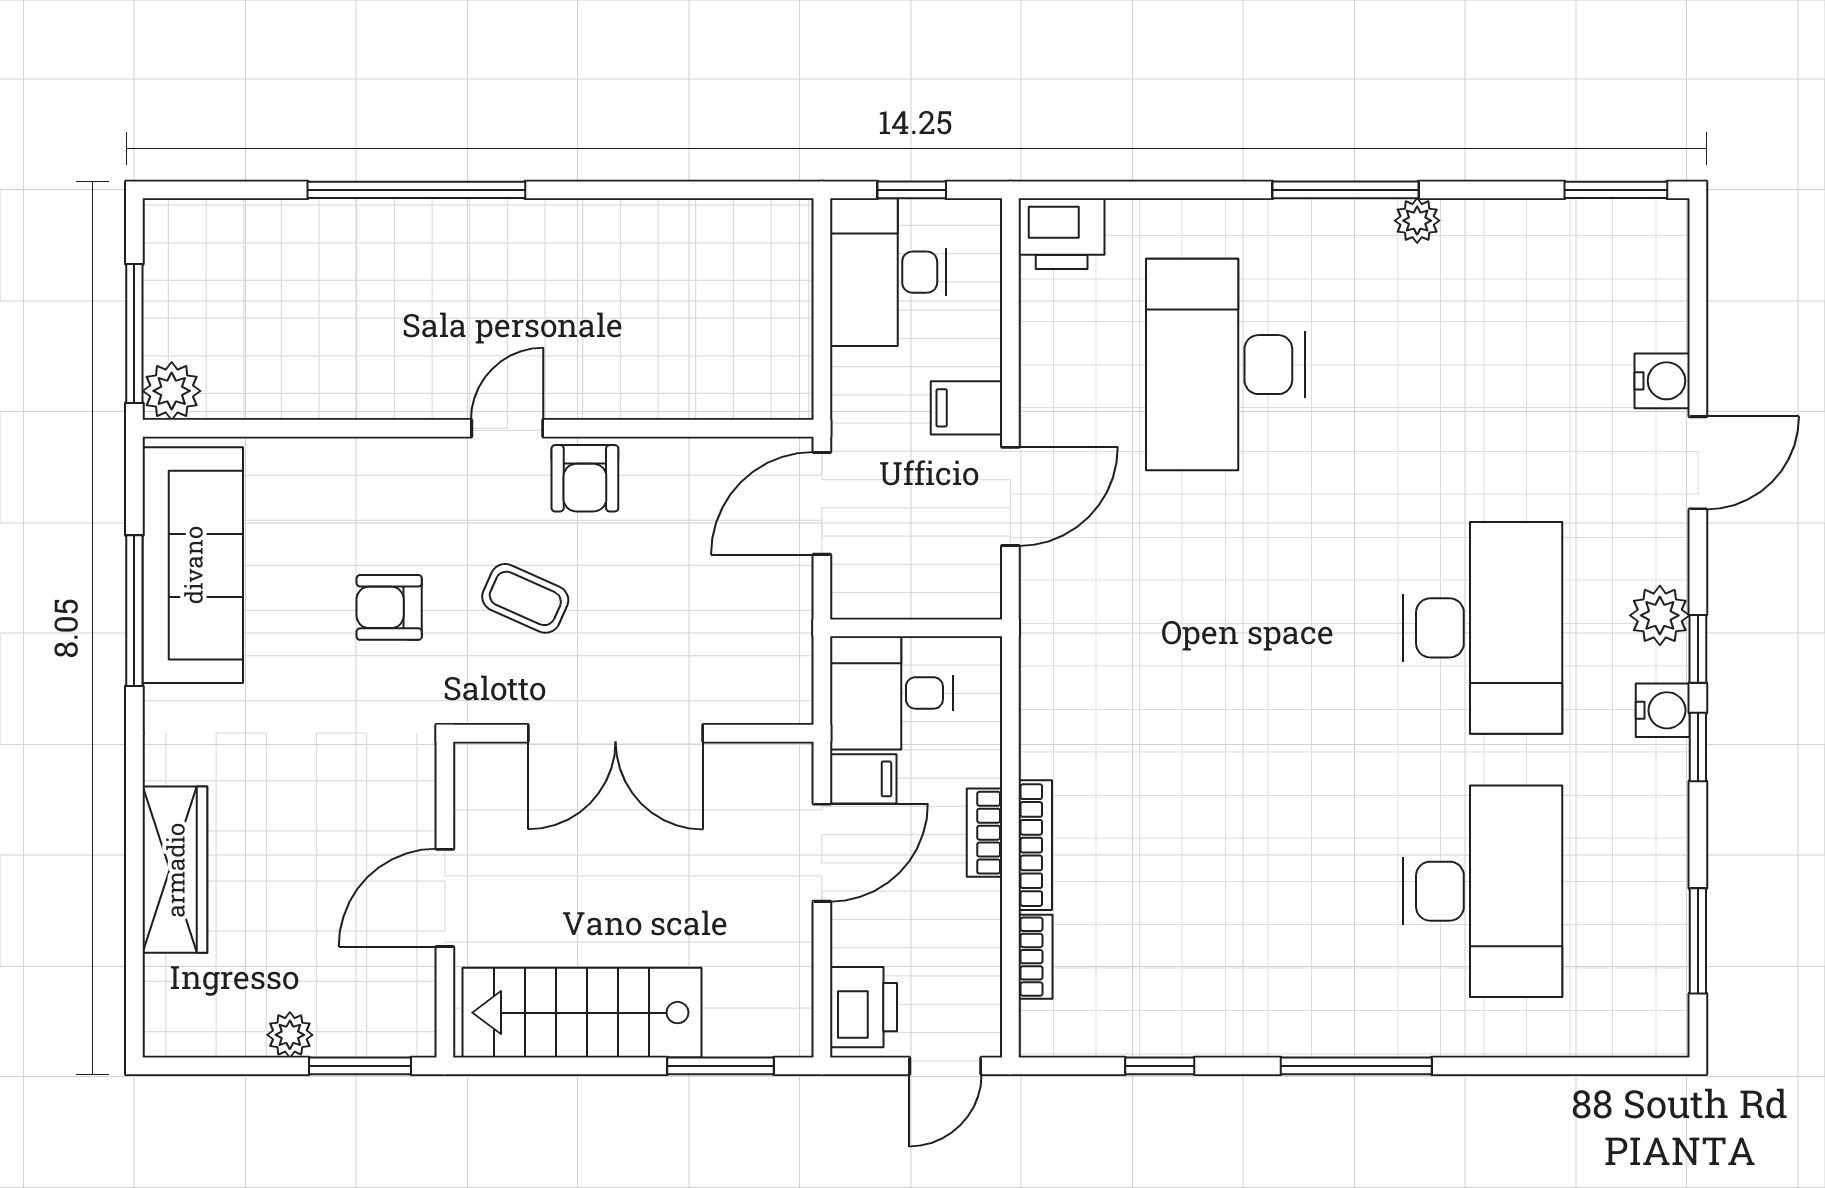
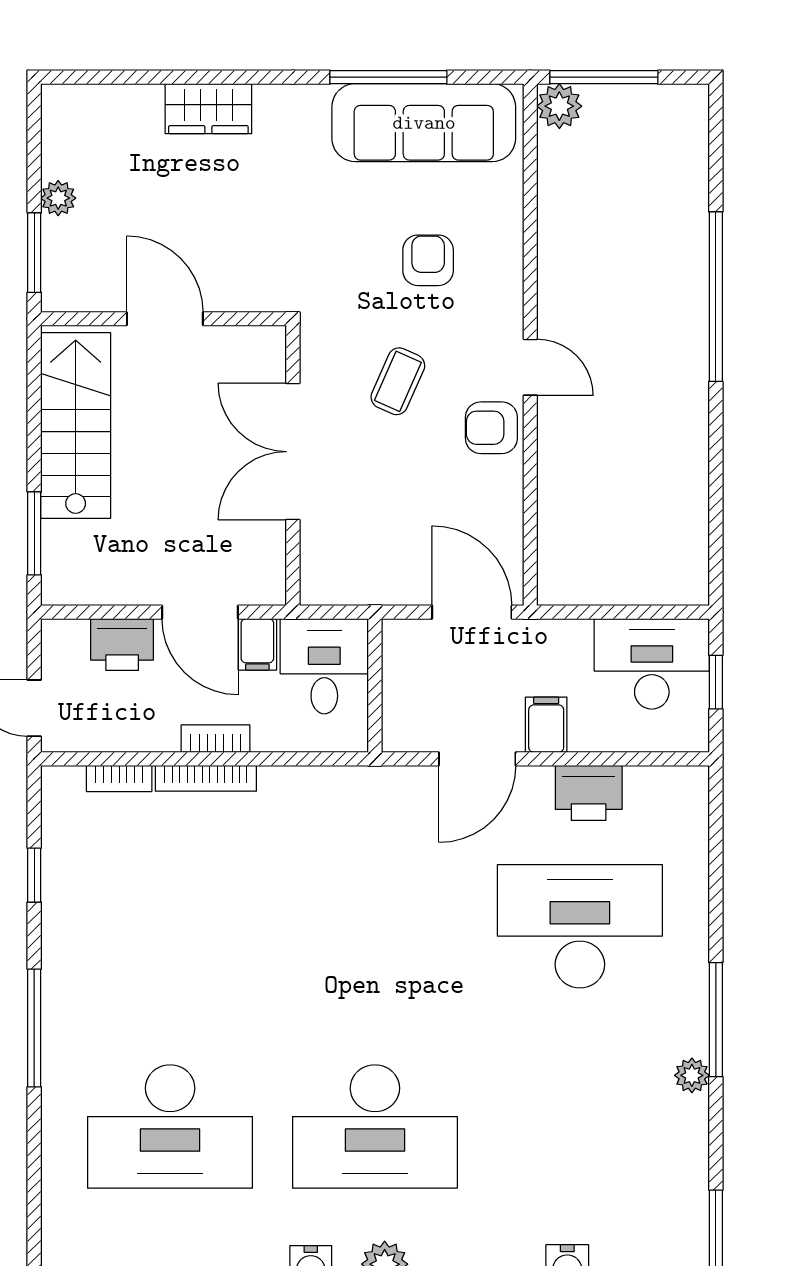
printer: (1062, 234) -> (589, 793), moved, turned -90
door: (1010, 496) -> (477, 759), hinge flipped
armchair: (389, 607) -> (428, 260), moved
wardrobe: (175, 870) -> (208, 109), width x0.67
printer: (864, 1007) -> (122, 645), moved

